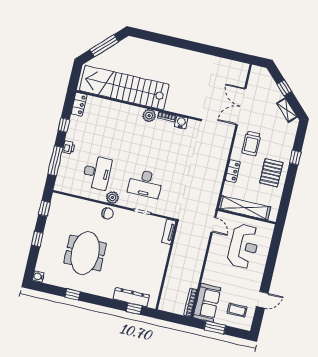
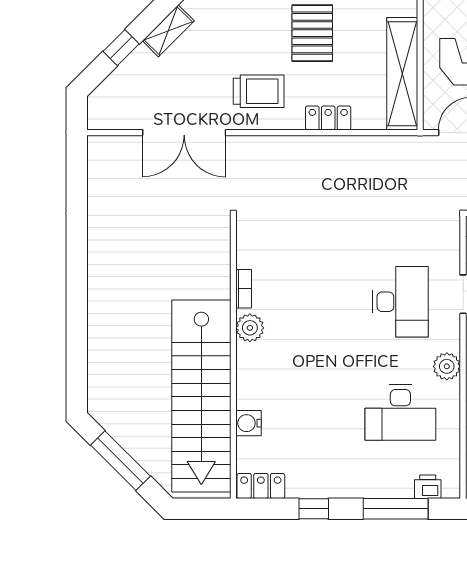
water cooler: (181, 122) -> (248, 423), moved
printer: (69, 147) -> (428, 487), moved
desk: (97, 173) -> (400, 413), turned 180
pallet: (271, 173) -> (312, 33), turned 90

